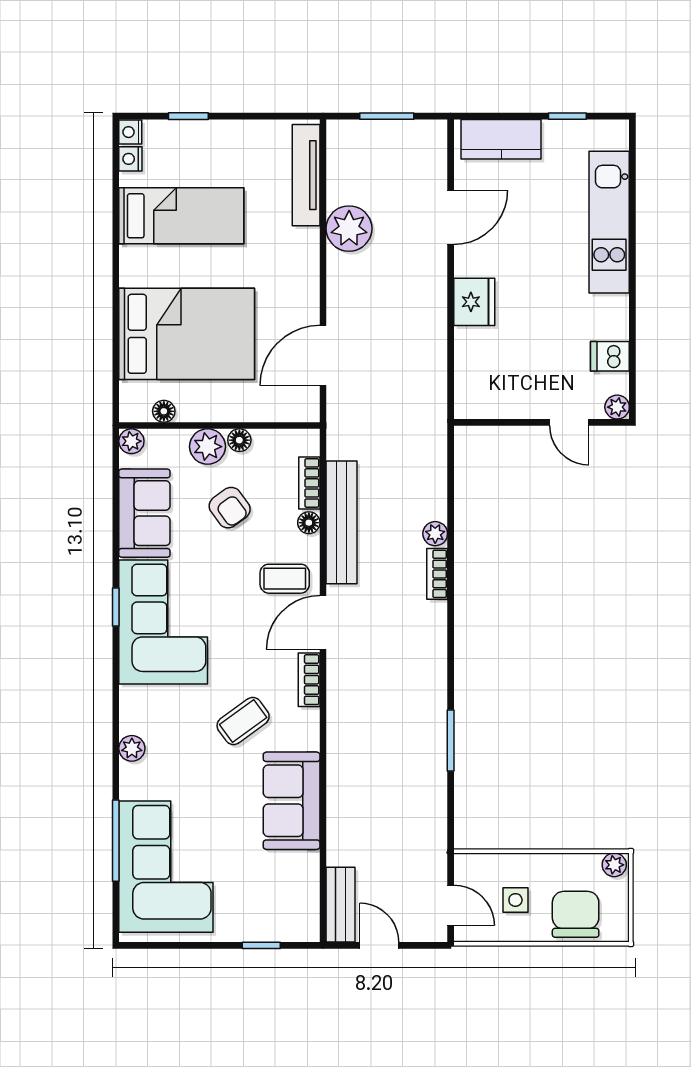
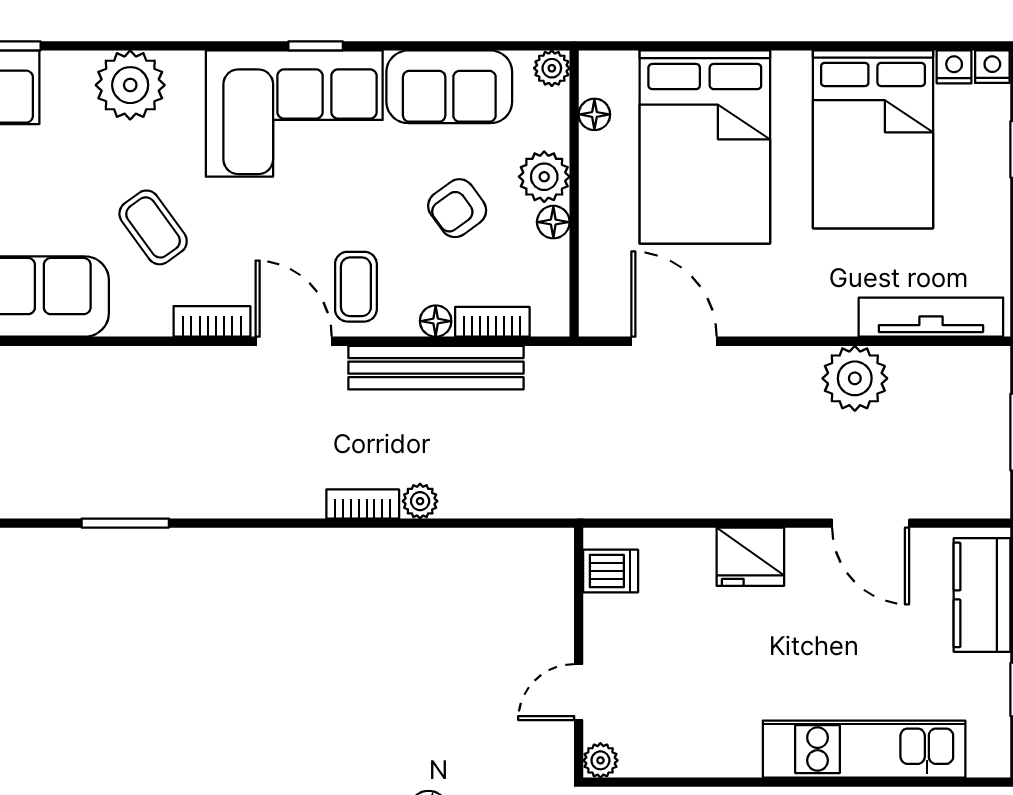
bed: (181, 216) -> (873, 139), width x1.50
dishwasher: (610, 356) -> (611, 571), moved, turned 90
plant: (132, 748) -> (130, 85), width x1.87, depth x1.87

